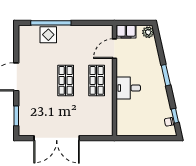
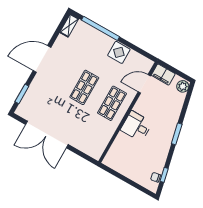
shelving: (23, 35) -> (69, 25), added
display table: (48, 35) -> (119, 52), moved

